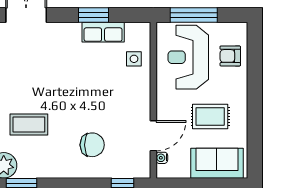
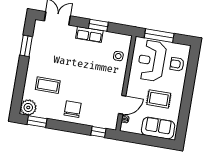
row of seats: (103, 32) -> (89, 35), moved
chair: (92, 145) -> (73, 109), moved, turned -90

